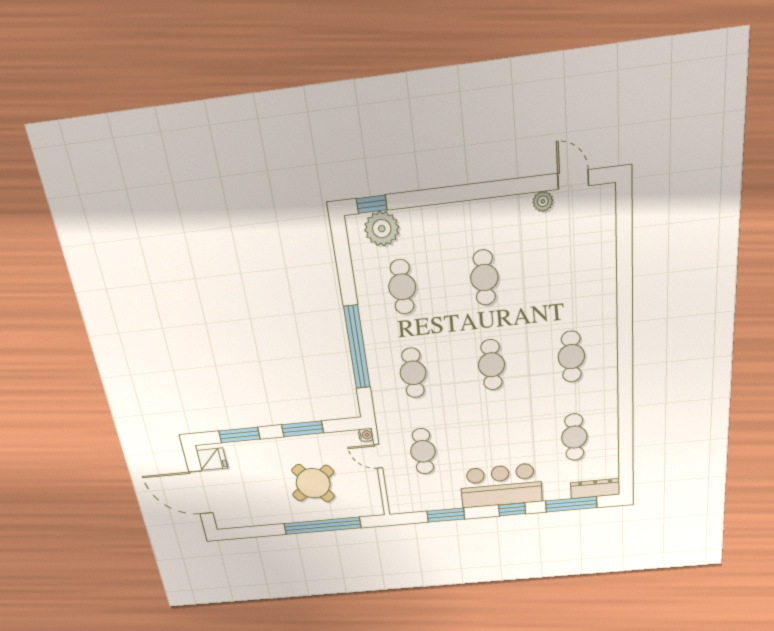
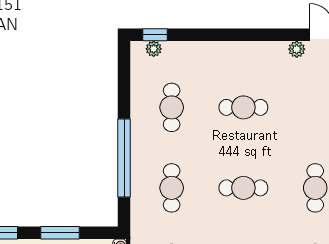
plant: (382, 229) -> (154, 49), width x0.53, depth x0.53
cafe table: (484, 278) -> (243, 107), turned 90
cafe table: (491, 365) -> (243, 188), turned 90

